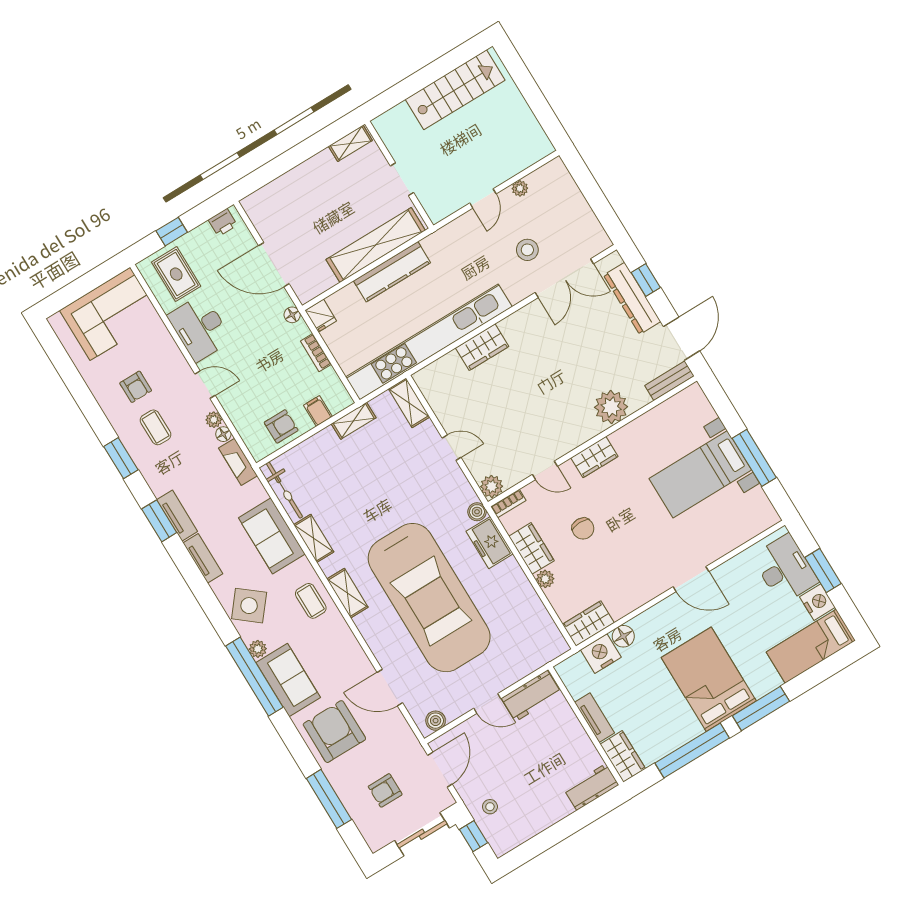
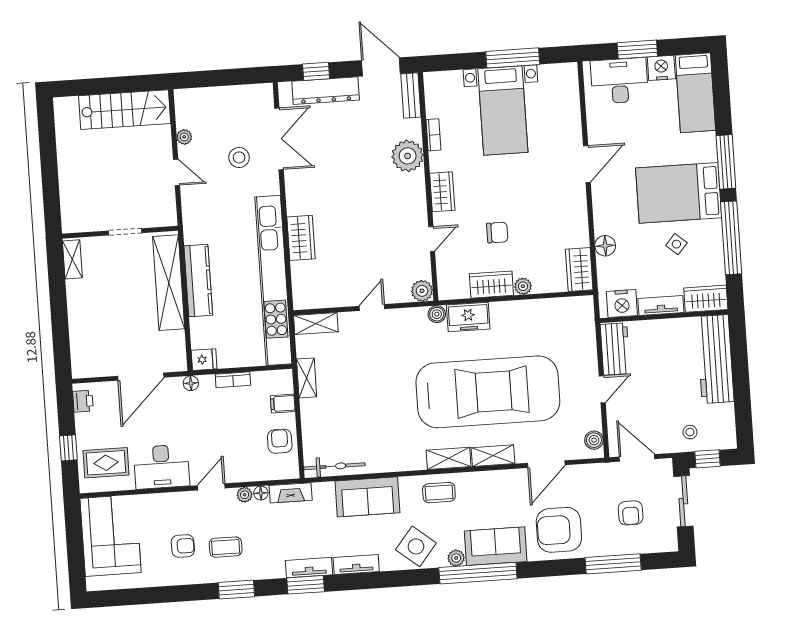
stairs: (455, 90) -> (125, 110), moved, turned 90
bookcase: (508, 504) -> (433, 135), moved
shelving: (314, 538) -> (493, 456), moved
nightstand: (601, 654) -> (622, 303), moved, turned -90
side table: (660, 702) -> (676, 244), added
workbench: (591, 787) -> (715, 359), width x1.88, depth x1.32

